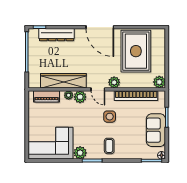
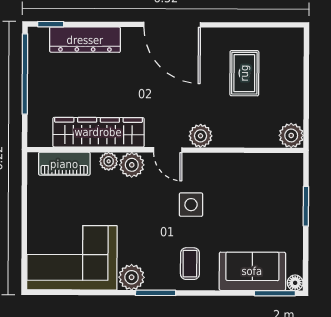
rug: (136, 51) -> (244, 73), width x0.54, depth x0.49
bookcase: (136, 96) -> (244, 163), removed
sofa: (156, 130) -> (252, 271), moved, turned 90

